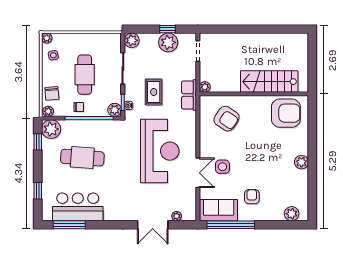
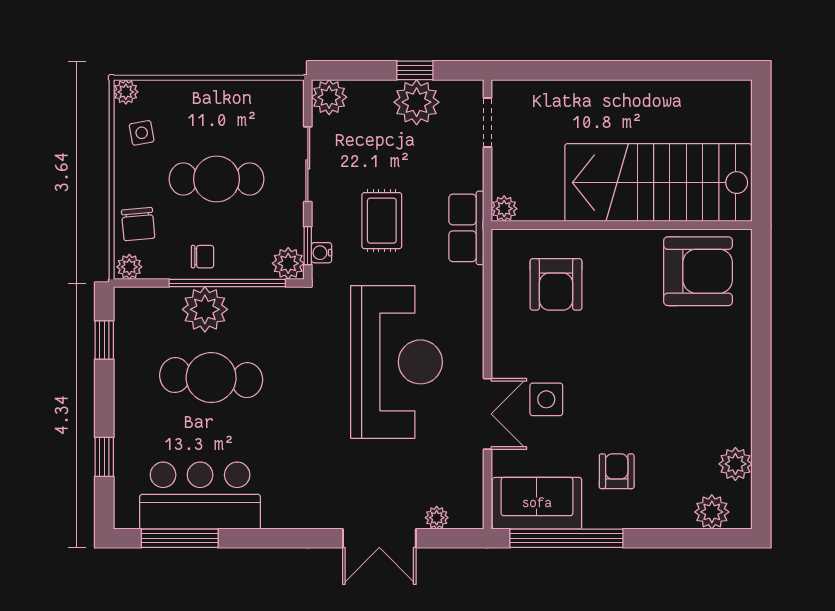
cafe table: (85, 75) -> (217, 179), turned 90
stairs: (269, 82) -> (658, 183), width x1.36, depth x1.51
armchair: (227, 119) -> (556, 284), turned 56
plant: (51, 129) -> (205, 309), moved
plant: (301, 162) -> (735, 464), moved

